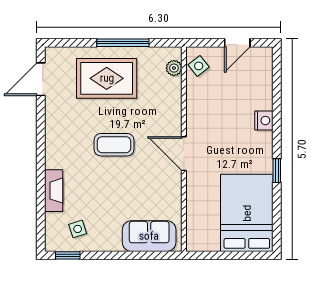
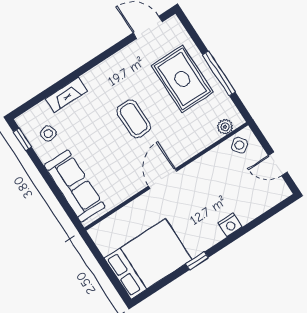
sofa: (149, 236) -> (75, 186), width x1.36

